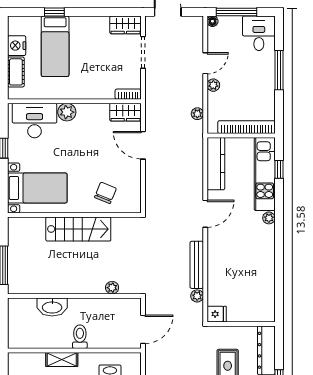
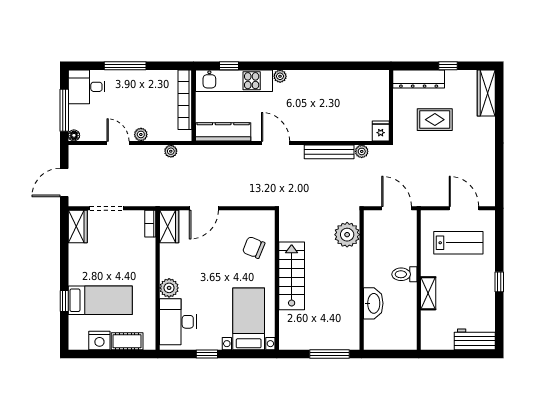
plant: (112, 288) -> (347, 235), width x1.88, depth x1.88

